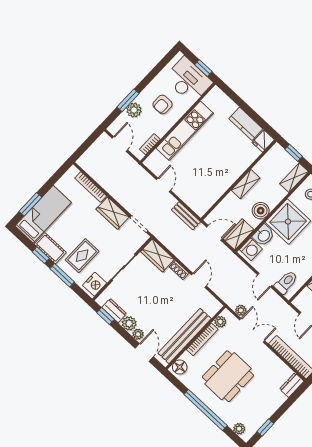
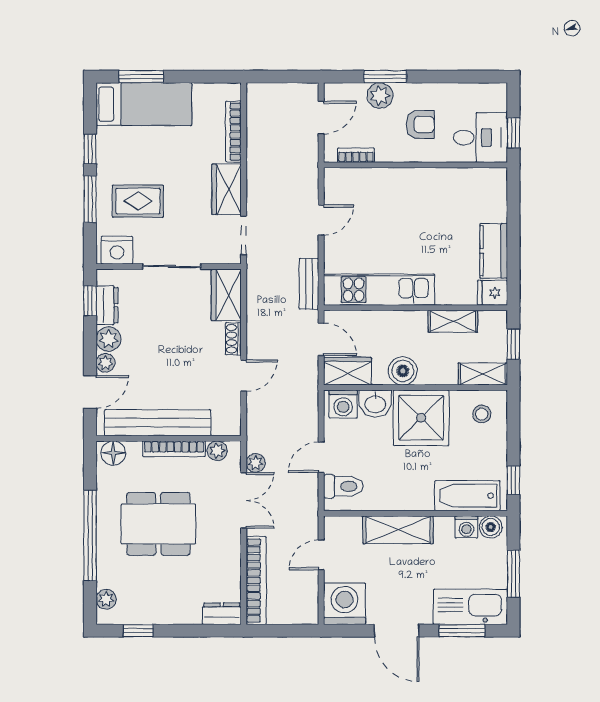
desk: (188, 80) -> (480, 138), width x0.73
armchair: (162, 105) -> (420, 125), turned 180
kitchen unit: (185, 131) -> (379, 290), moved, turned 180
shelving: (246, 184) -> (453, 321), moved
cot: (50, 248) -> (110, 153), removed

